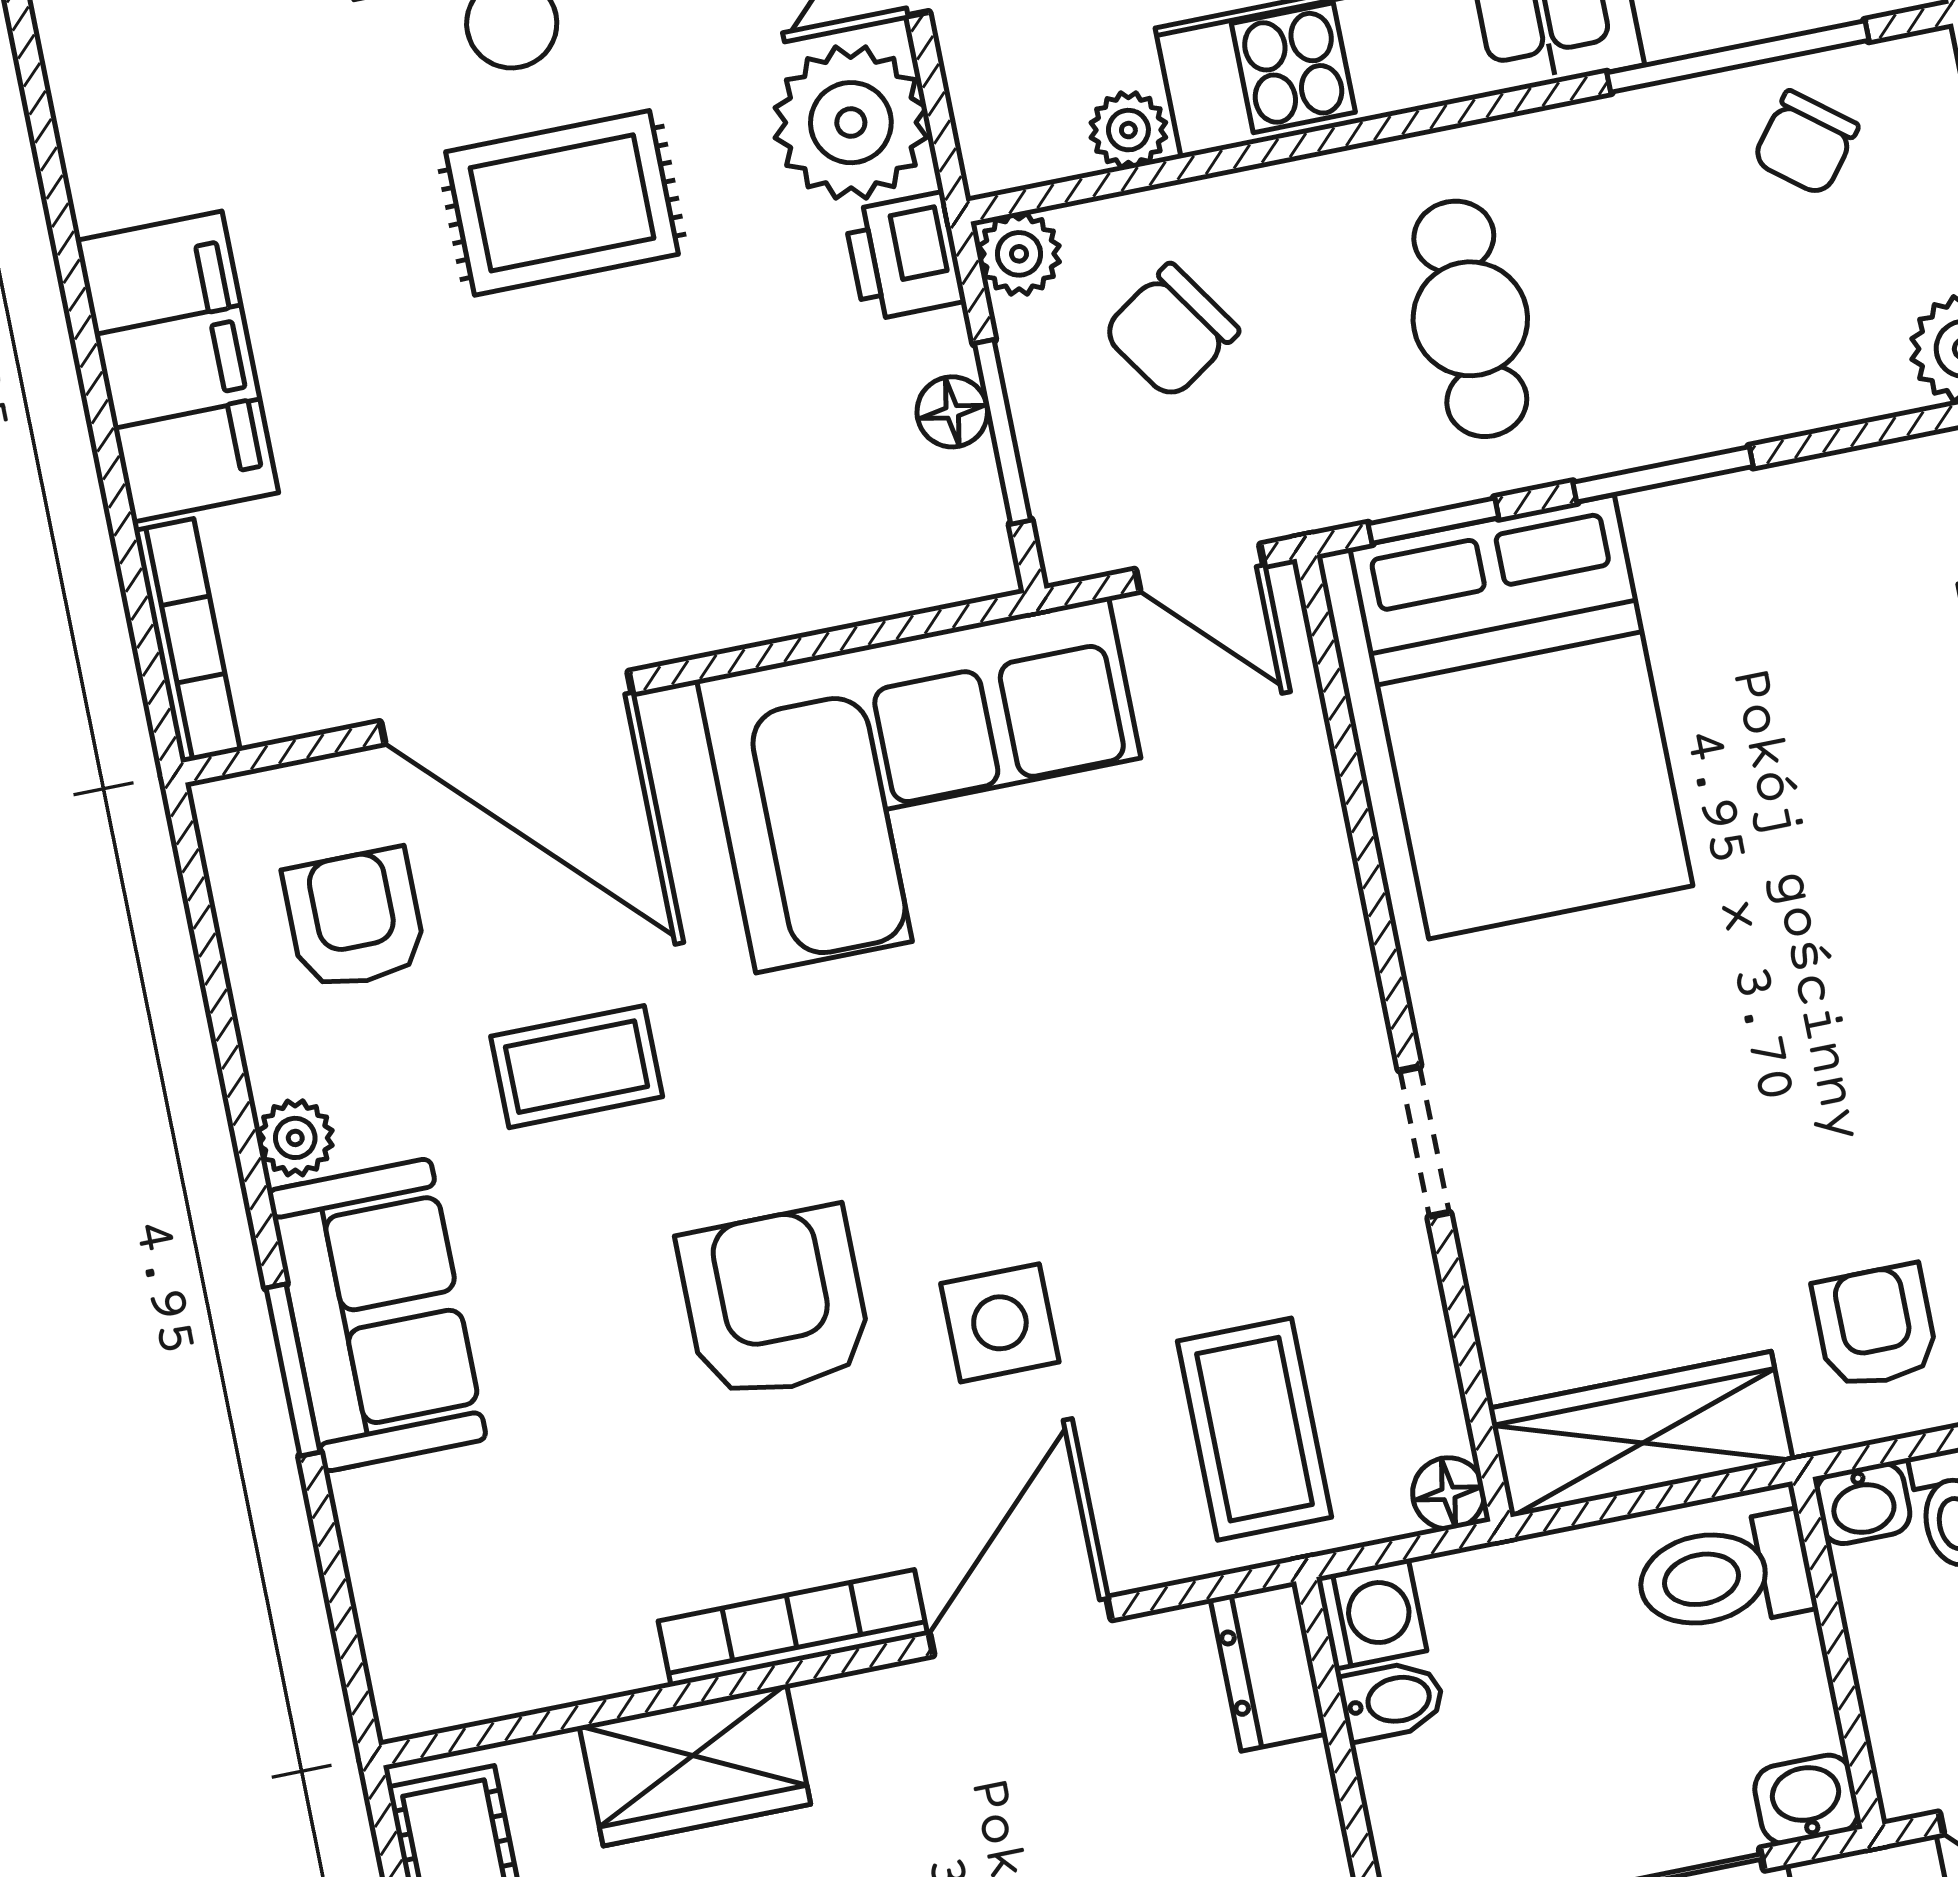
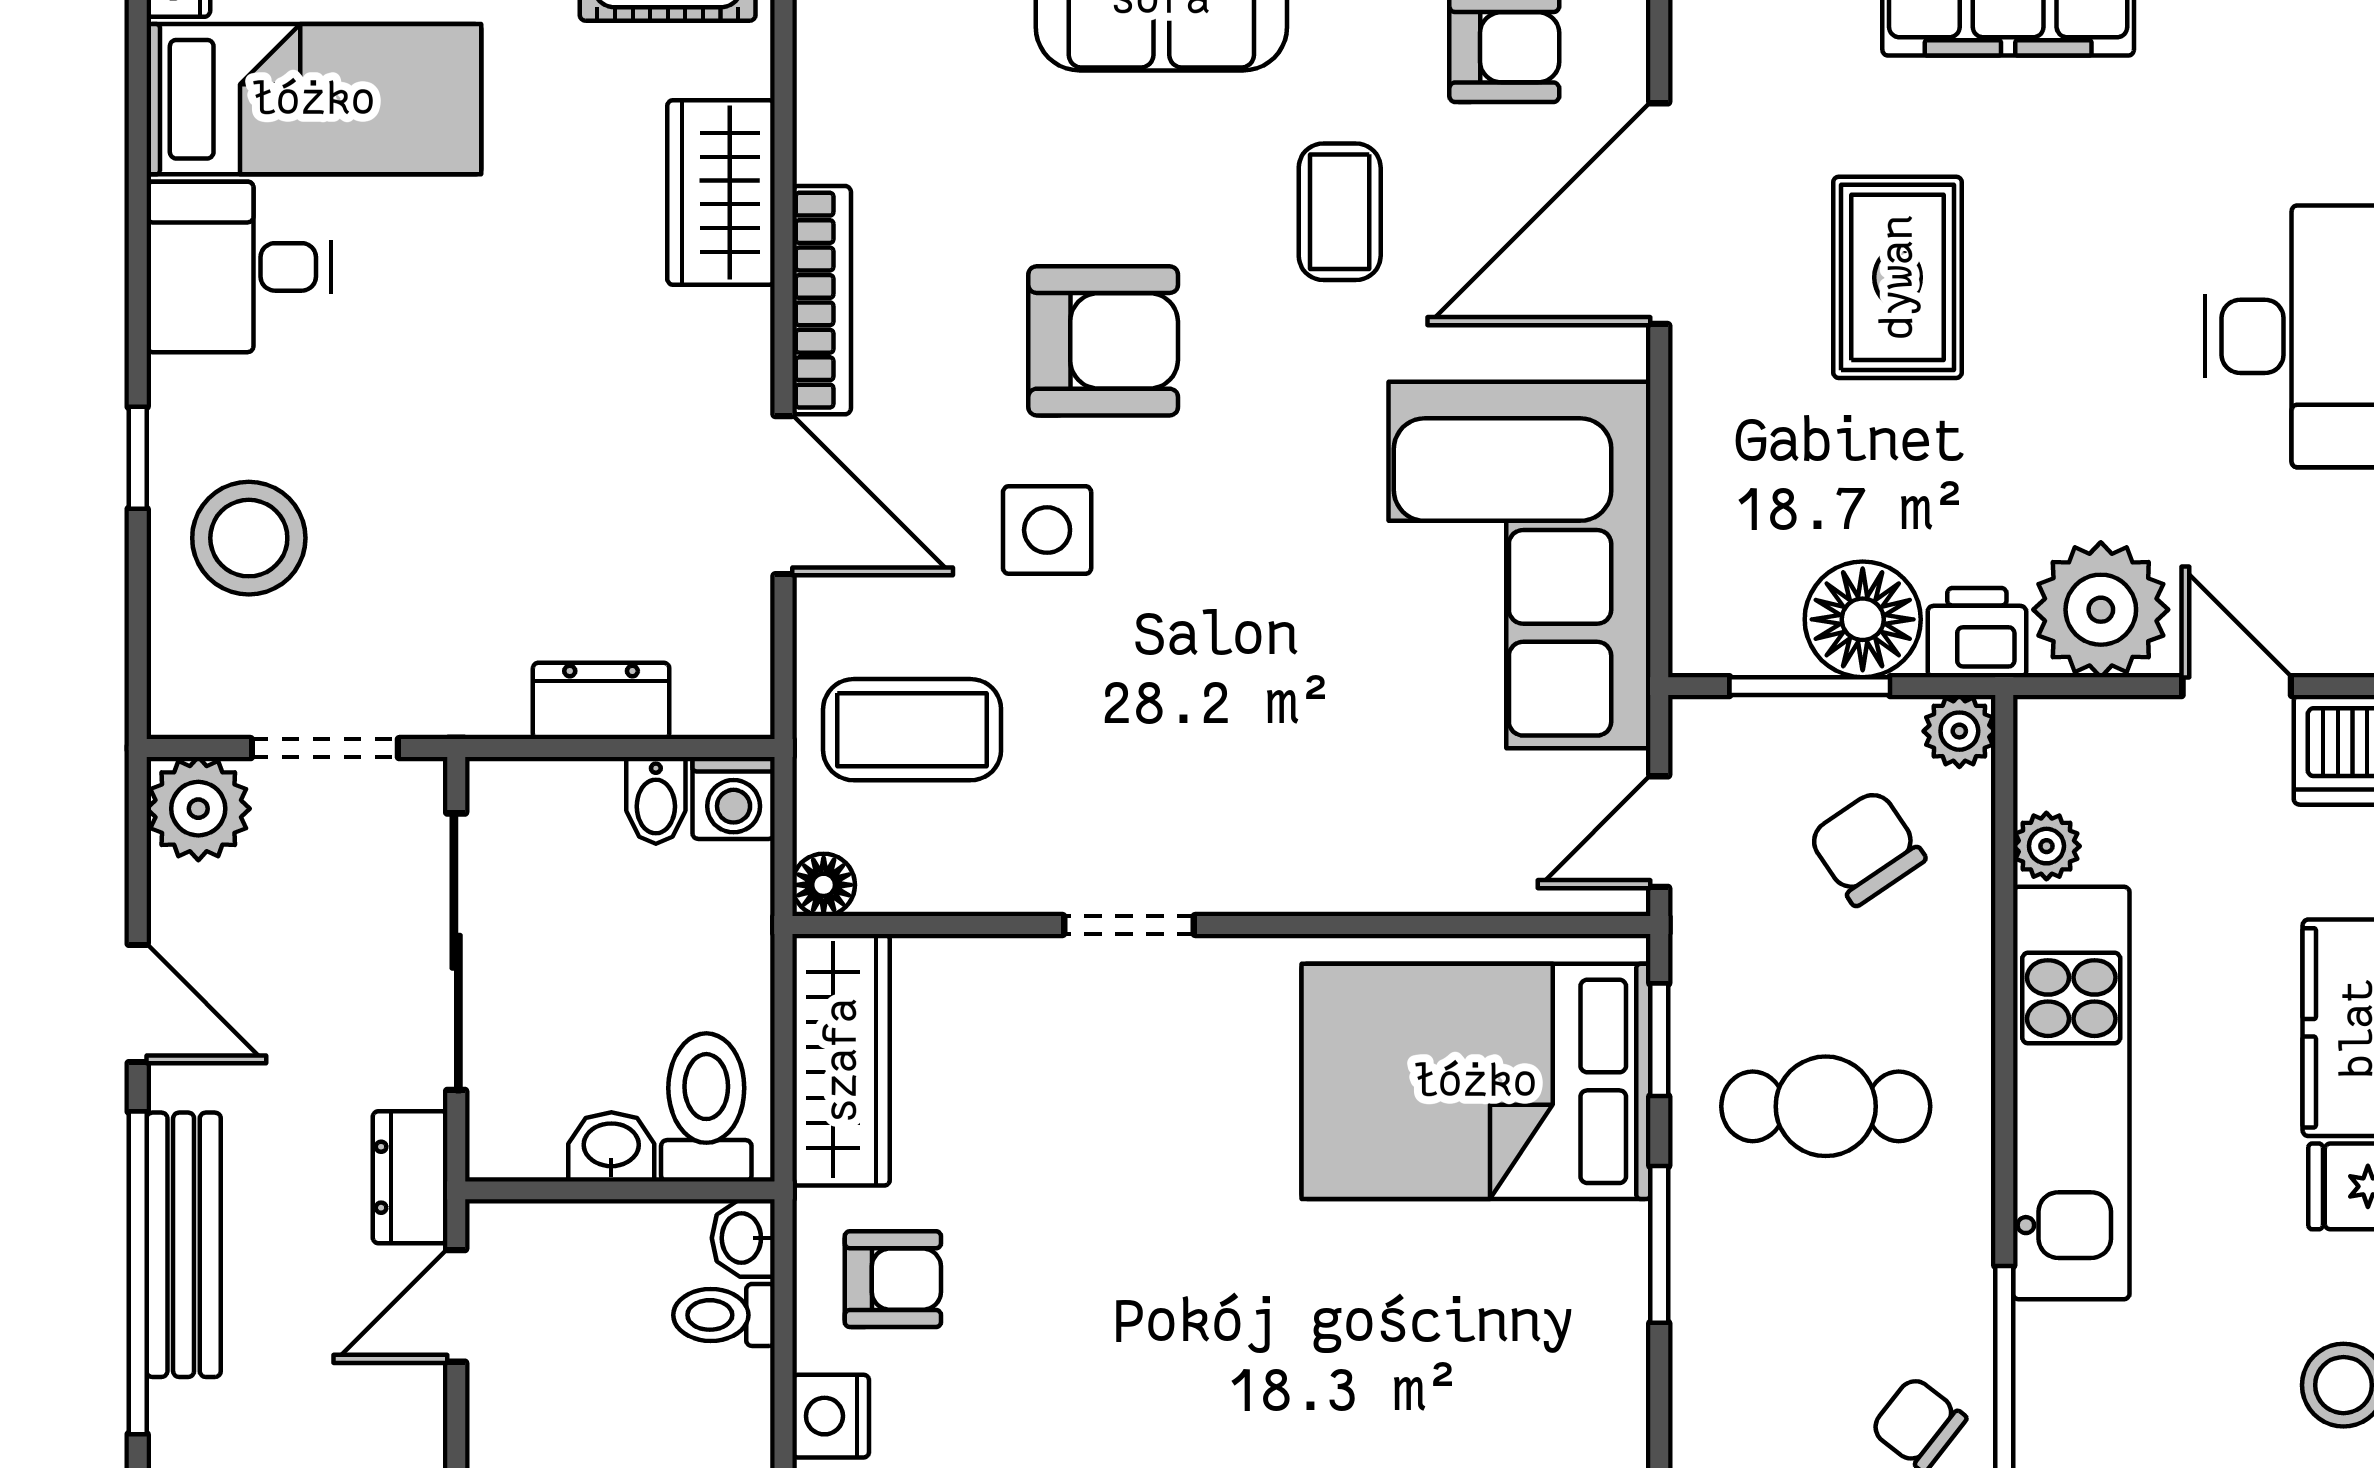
rug: (562, 203) -> (1897, 277), moved
floor lamp: (952, 412) -> (1863, 619), width x1.89, depth x1.89
dresser: (1269, 1666) -> (601, 701), moved
washbasin: (1807, 1799) -> (611, 1147), moved, turned -90

